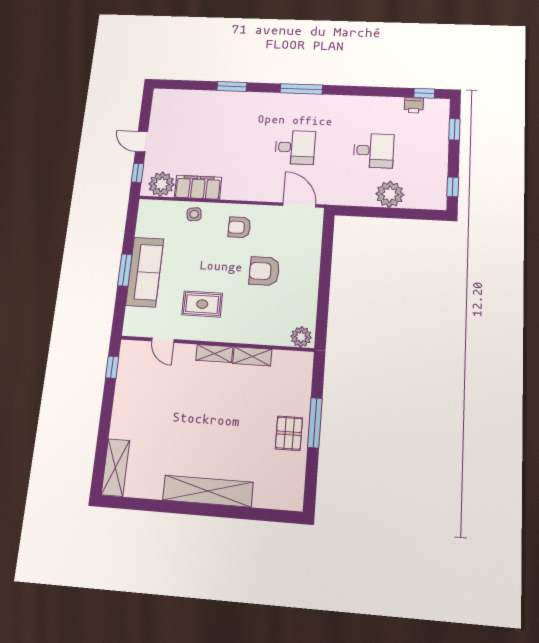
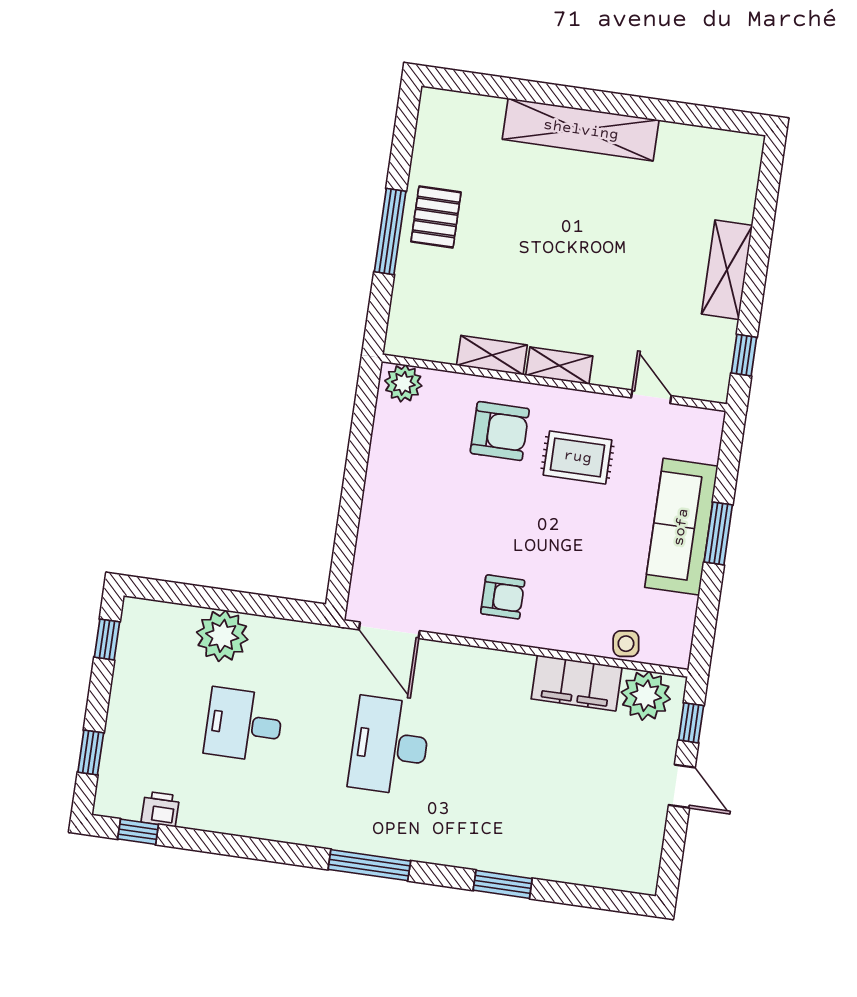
desk: (295, 147) -> (390, 746), width x1.37
side table: (194, 214) -> (626, 644), moved
armchair: (264, 271) -> (500, 431), moved
shelving: (115, 467) -> (727, 270), moved

